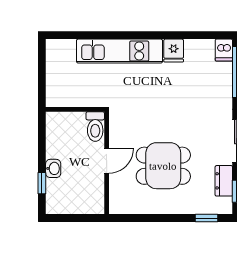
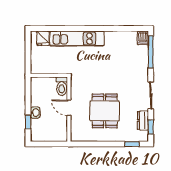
fridge: (174, 51) -> (43, 38), moved
door: (107, 161) -> (69, 108), swing flipped
dining table: (163, 166) -> (105, 111), turned 90

